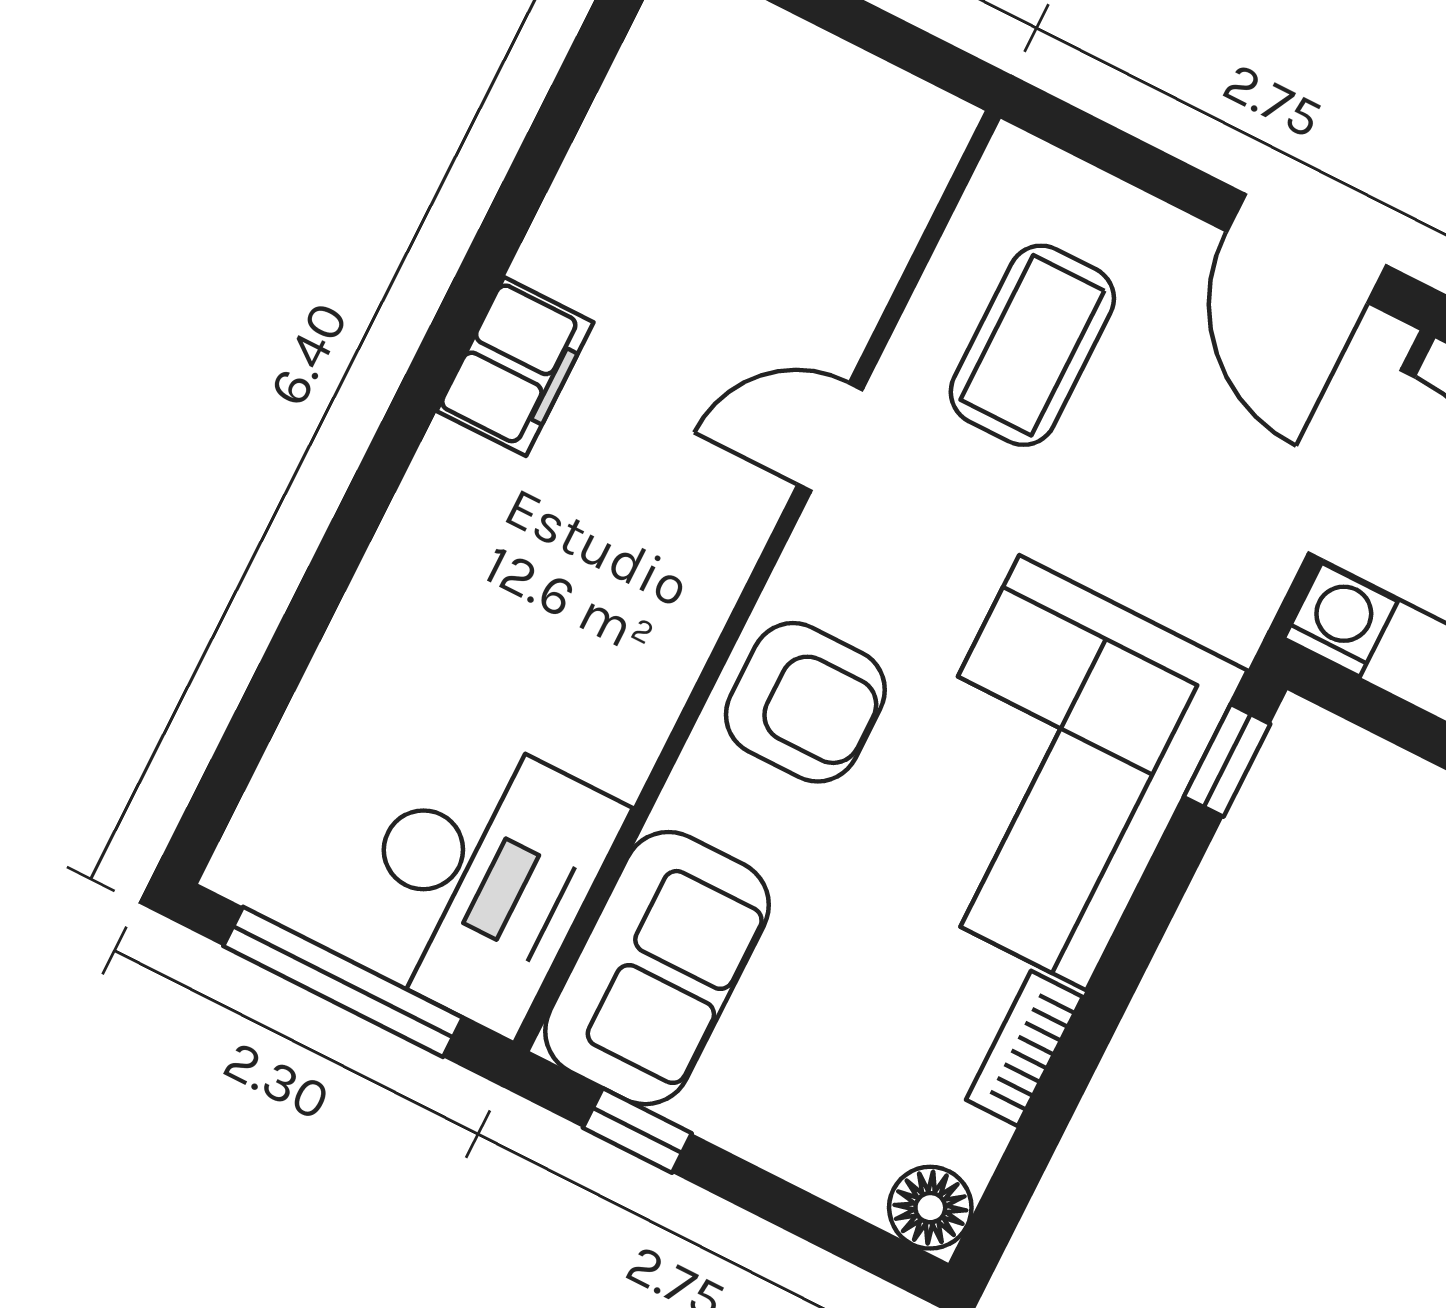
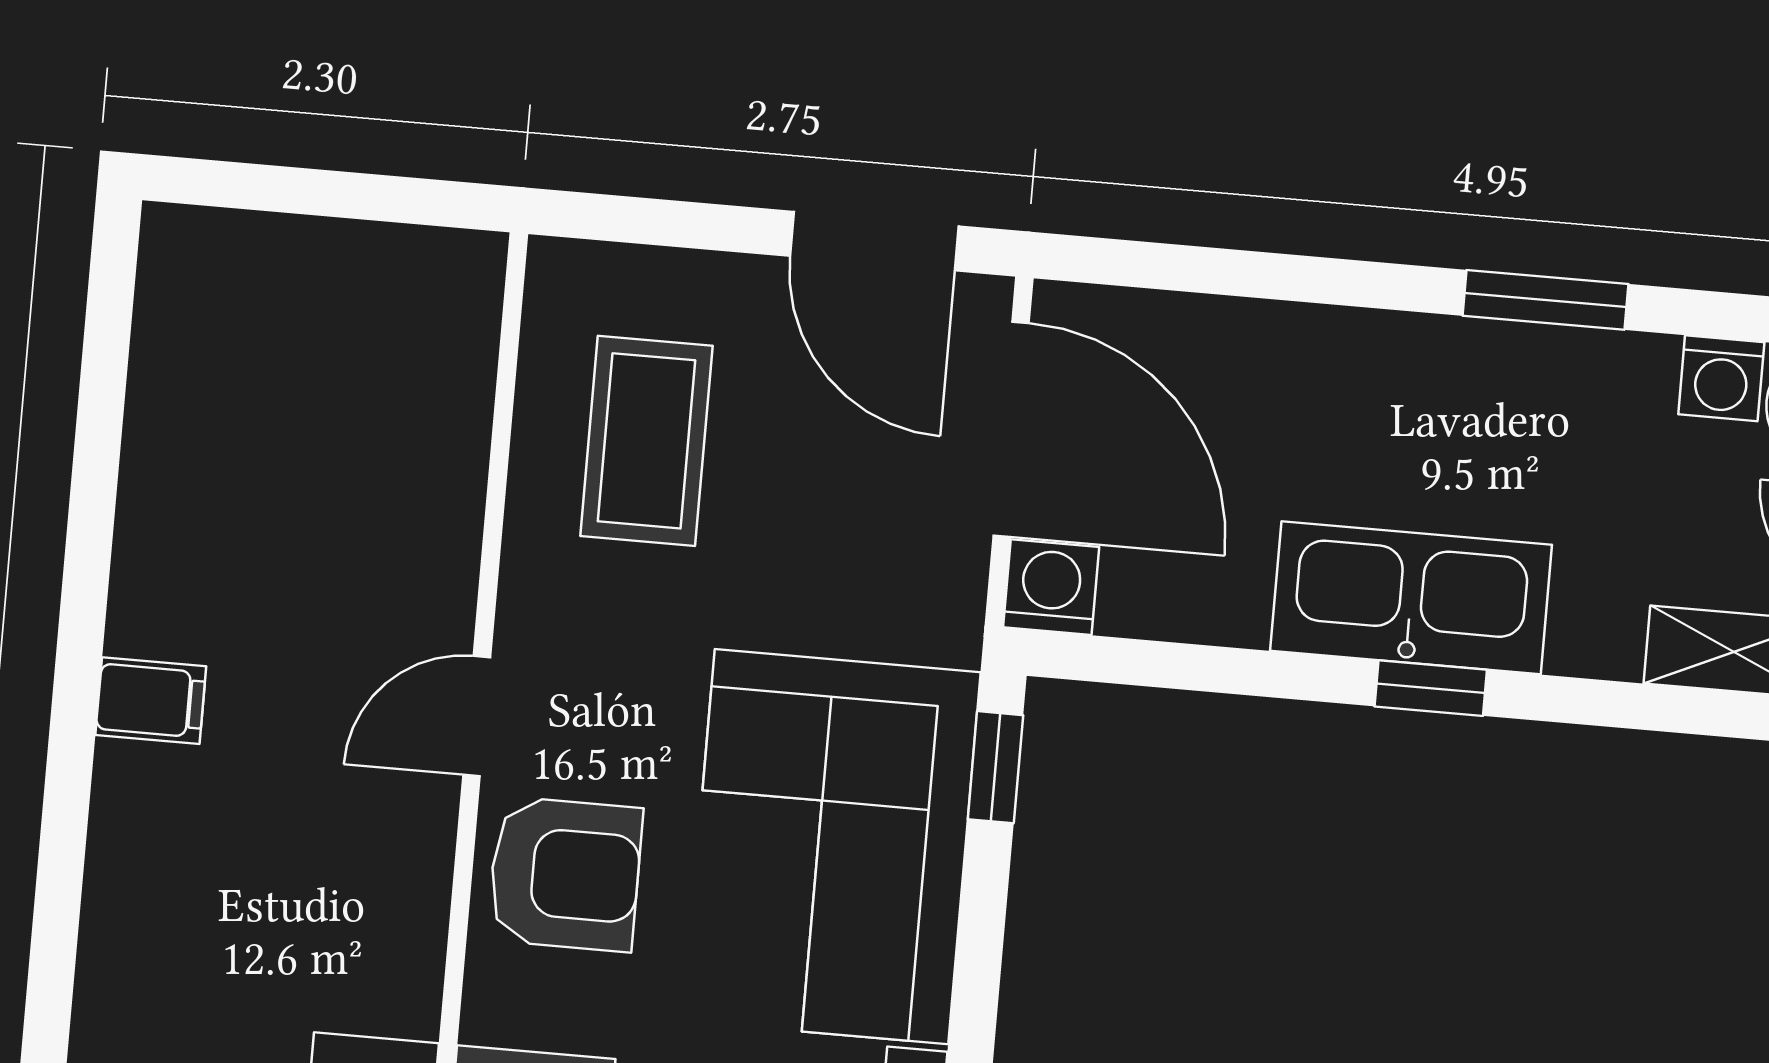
filing cabinet: (515, 367) -> (151, 701), width x0.50
door: (830, 437) -> (477, 716), moved

